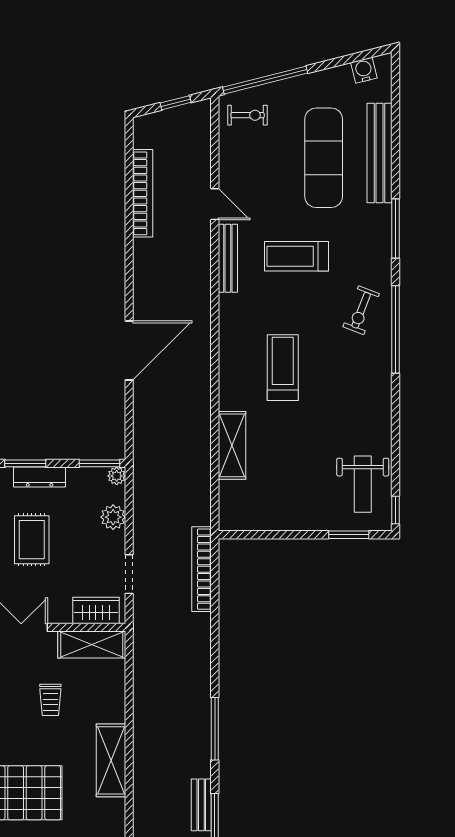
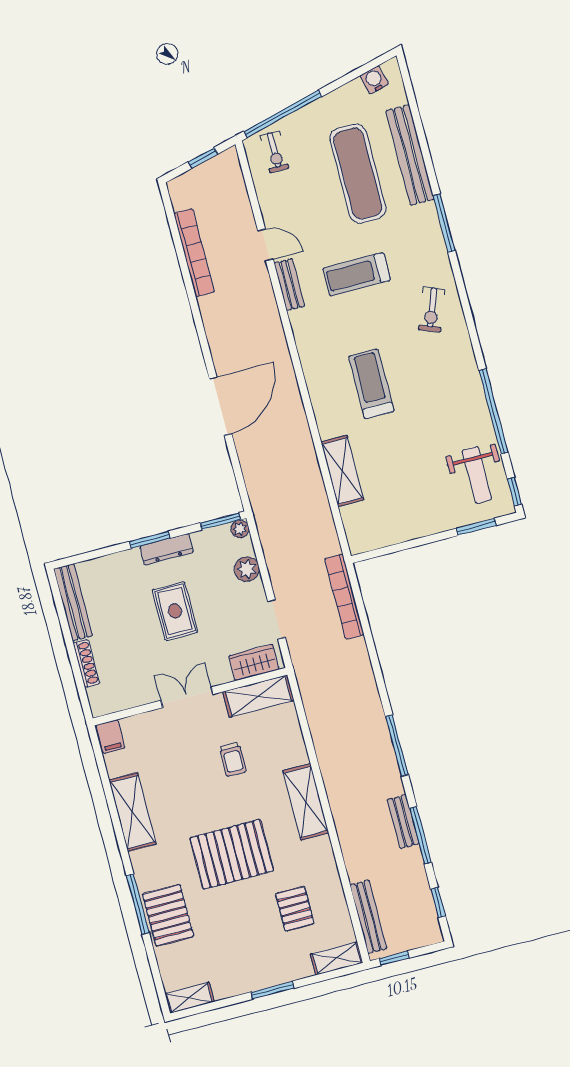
exercise bike: (248, 115) -> (275, 152), turned 90
bench: (228, 258) -> (289, 285), width x0.73
window: (395, 329) -> (494, 411), moved

